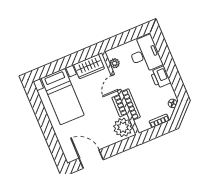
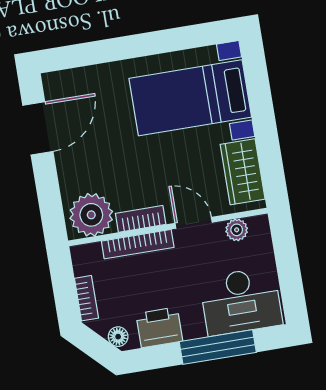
window: (167, 59) -> (218, 347), added
printer: (160, 77) -> (159, 327), moved

